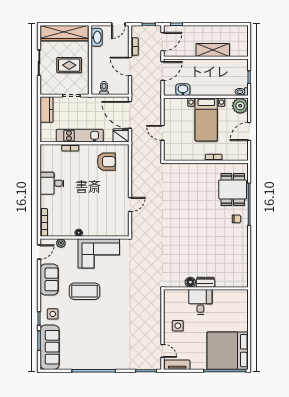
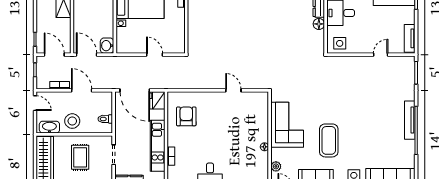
stool: (102, 58) -> (72, 121), added
door: (130, 66) -> (82, 90), swing flipped
washbasin: (183, 90) -> (107, 46), moved
door: (130, 115) -> (135, 90), hinge flipped
door: (162, 133) -> (155, 55), swing flipped
side table: (178, 326) -> (340, 43), moved
door: (162, 351) -> (381, 55), moved
tv unit: (103, 365) -> (410, 120), added

